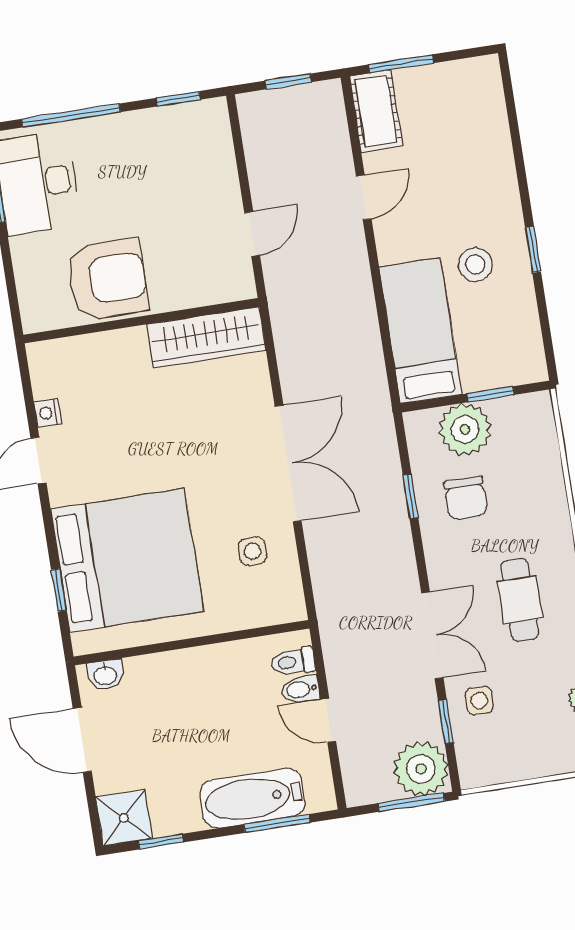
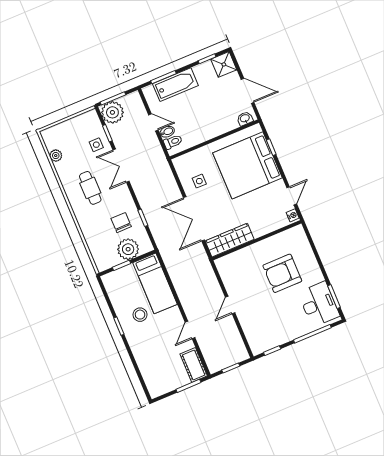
wall: (141, 321) -> (257, 240), moved
wardrobe: (206, 337) -> (230, 240), moved

